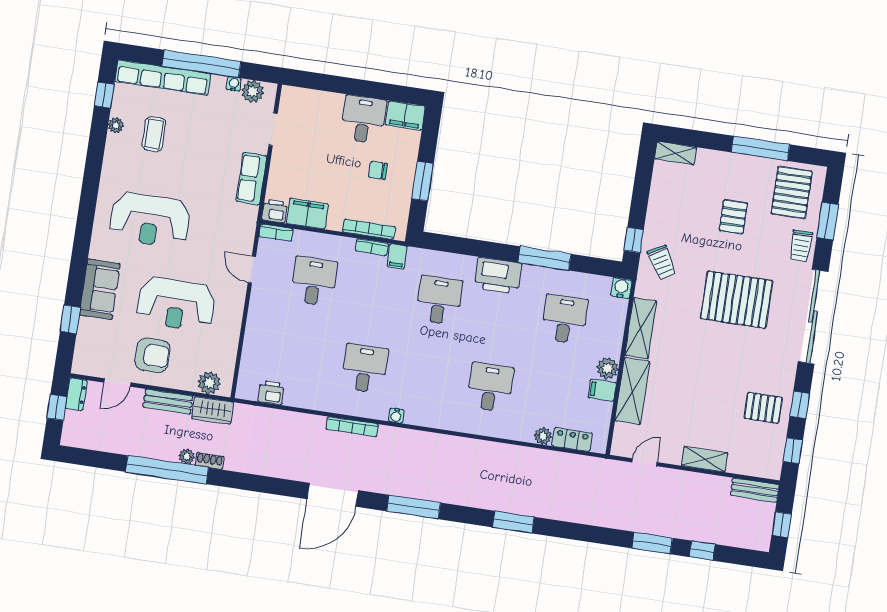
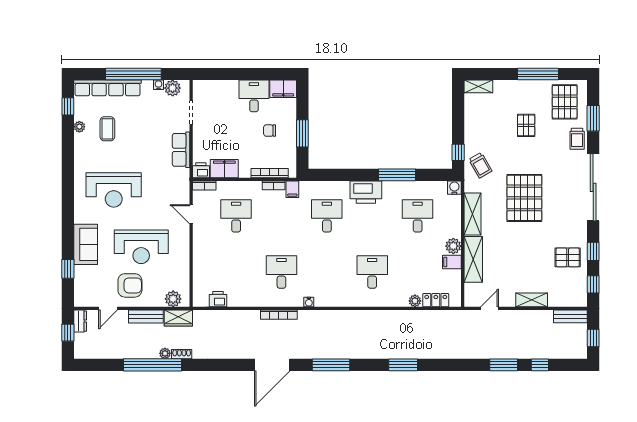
pallet: (737, 300) -> (524, 198), moved, turned 90

